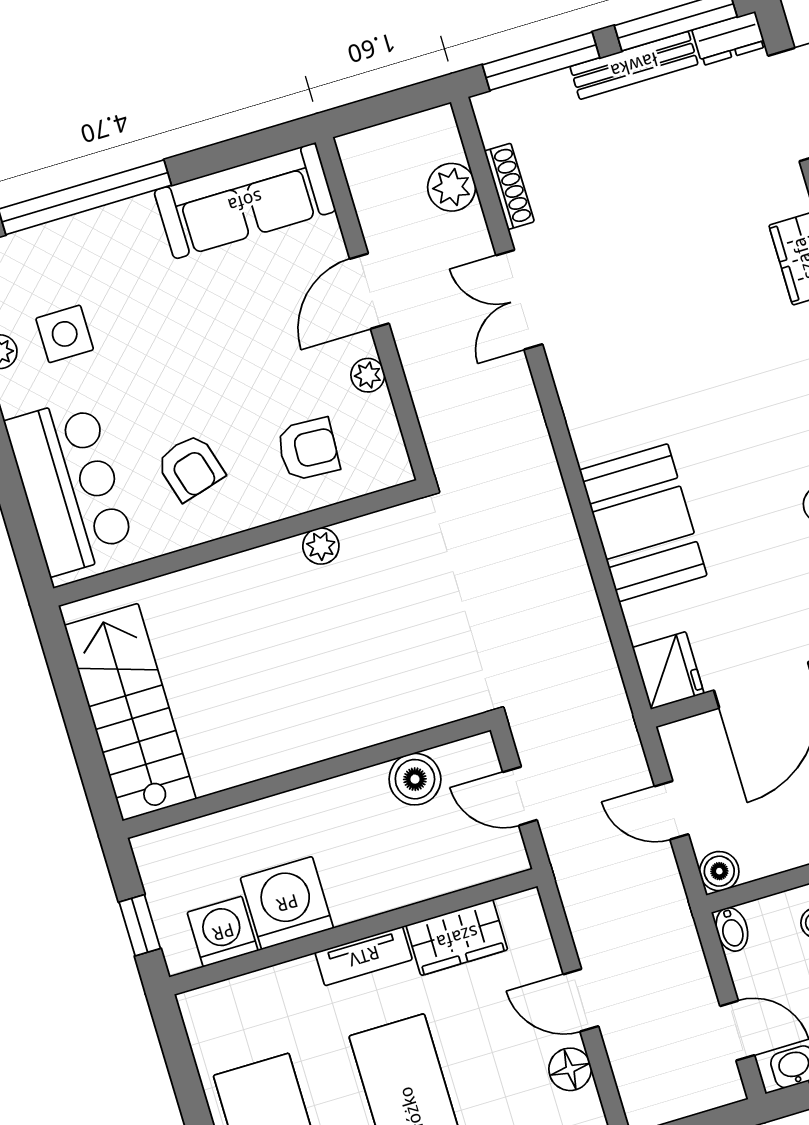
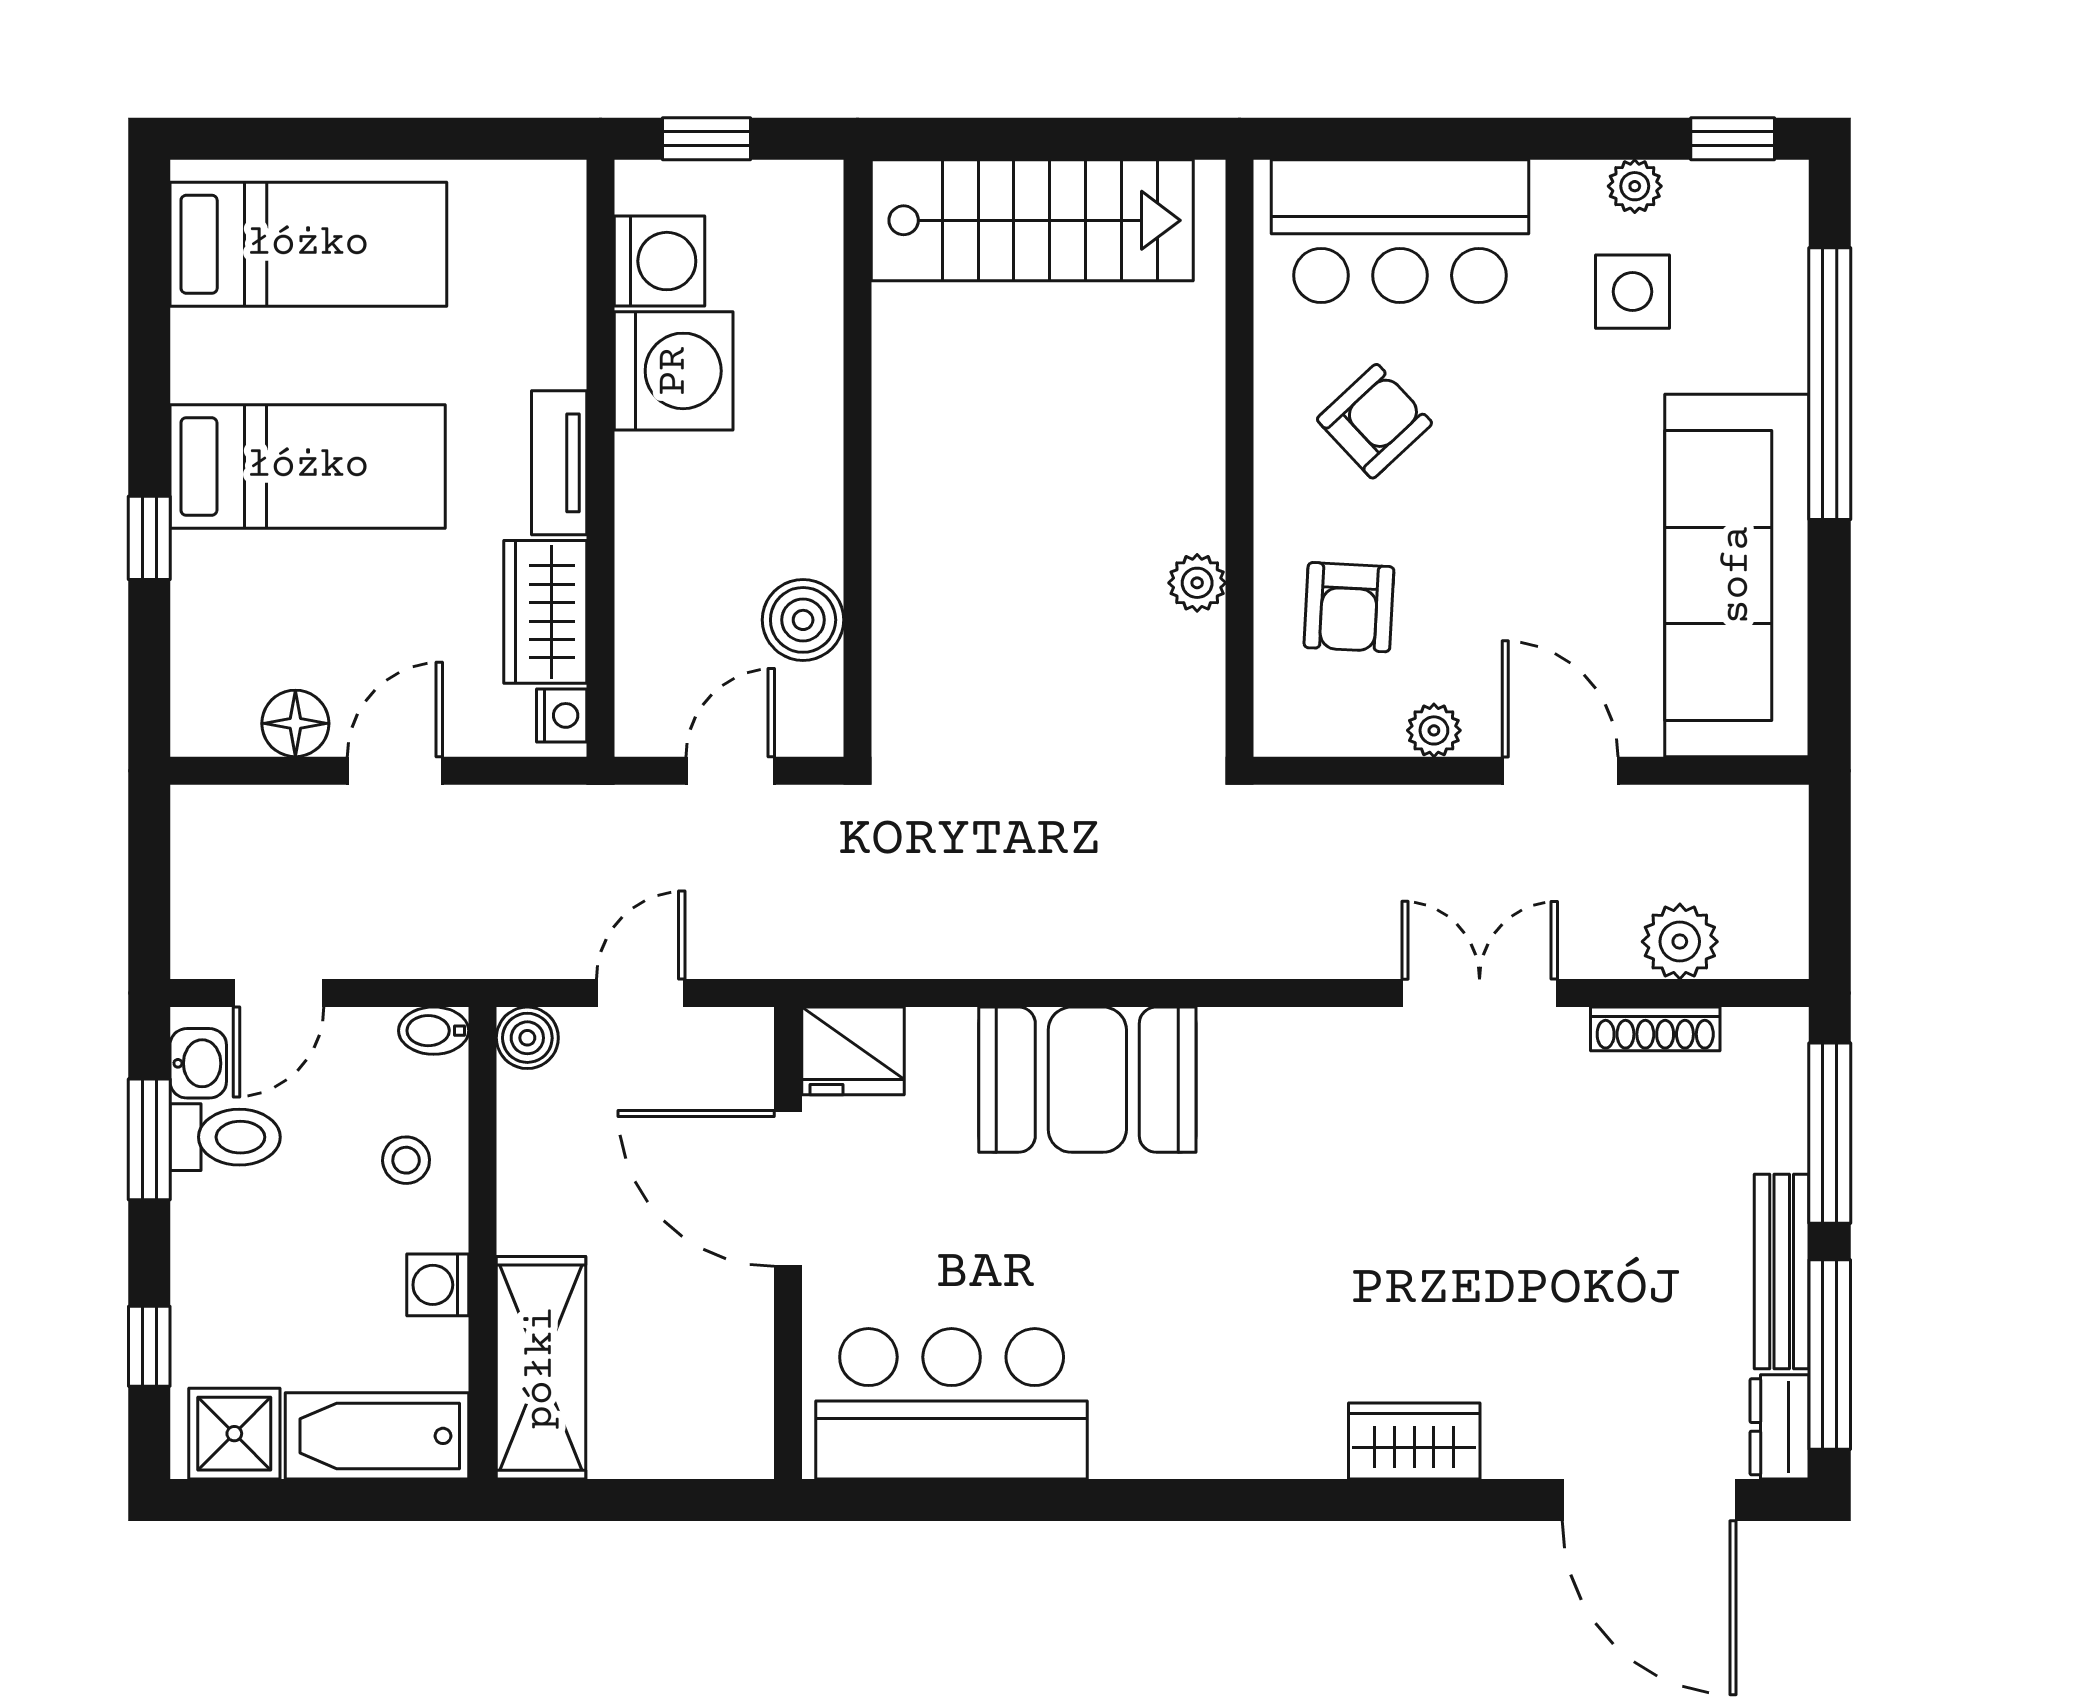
sofa: (245, 201) -> (1737, 575), width x1.36, depth x1.27
armchair: (190, 467) -> (1374, 421), turned 153
nightstand: (517, 909) -> (562, 715), added

